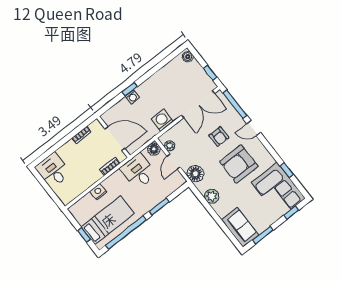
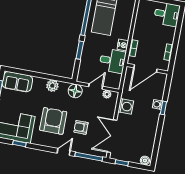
floor lamp: (154, 149) -> (115, 83), removed
door: (174, 162) -> (96, 86), hinge flipped
nightstand: (98, 192) -> (123, 45), moved

